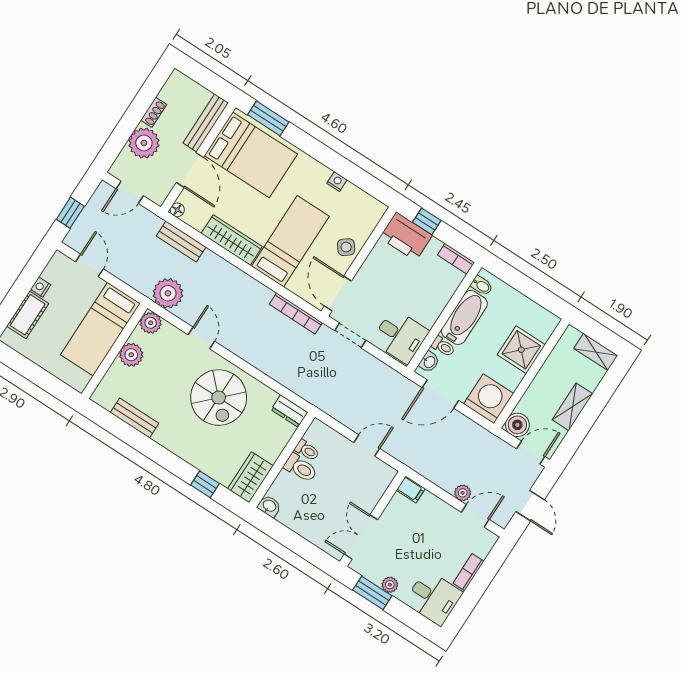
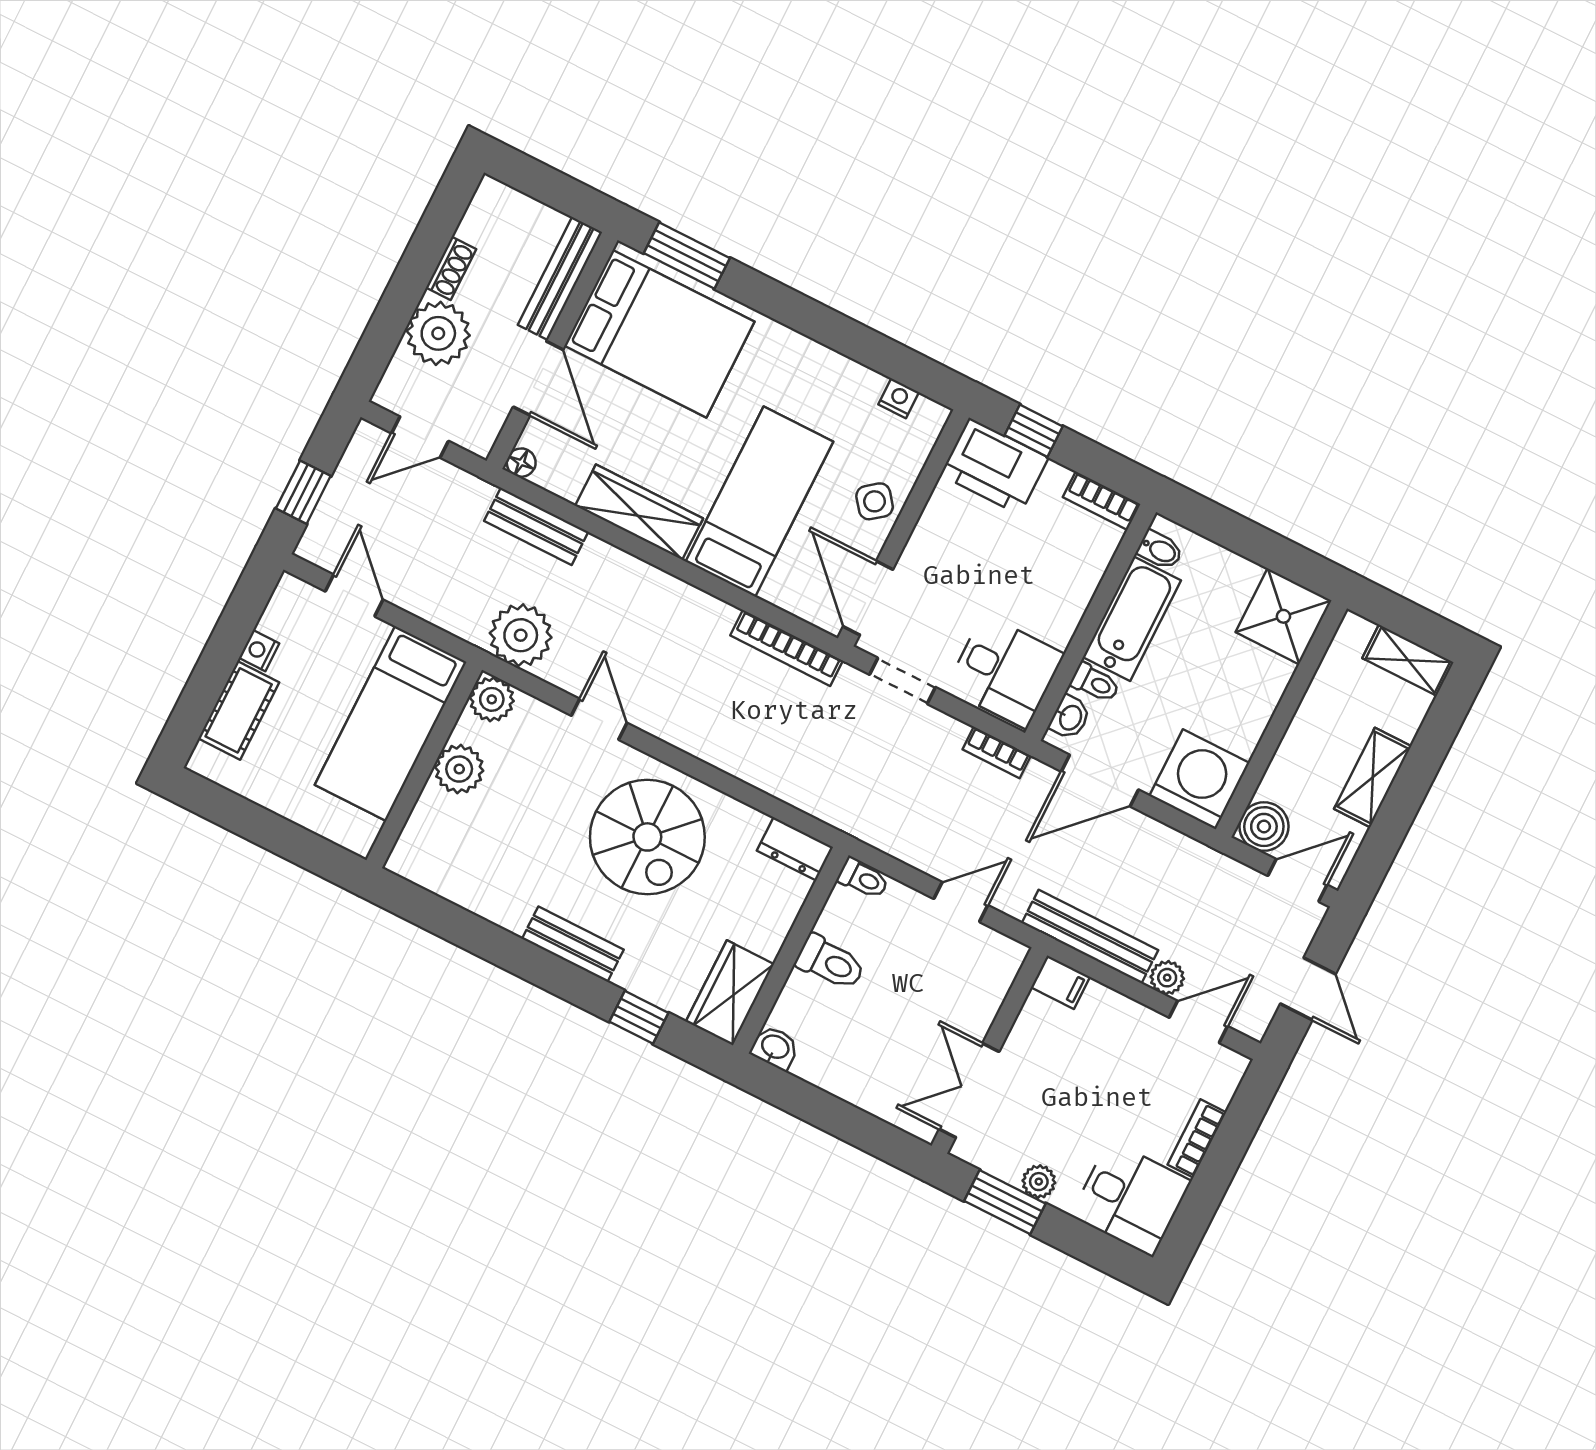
nightstand: (337, 182) -> (899, 398), moved
shower: (521, 350) -> (1283, 616), moved
bookcase: (392, 375) -> (997, 752), added
bench: (135, 418) -> (573, 944), moved
toilet: (307, 450) -> (863, 878), moved
bench: (427, 469) -> (1090, 937), added

